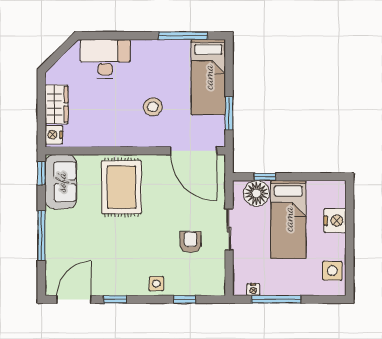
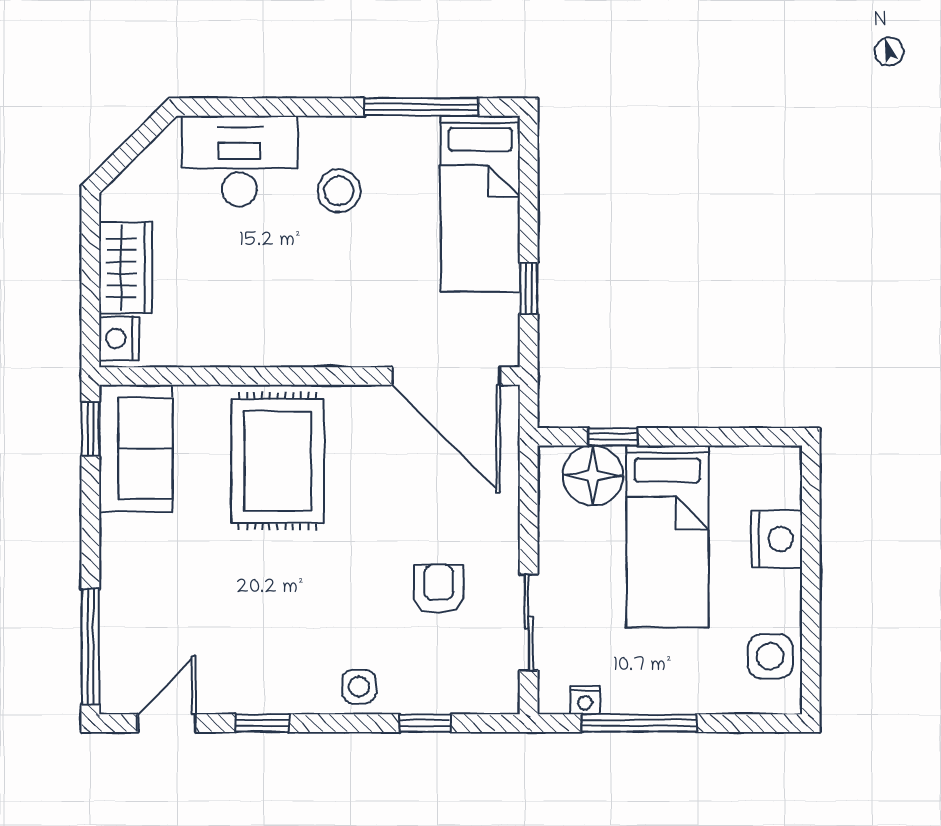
stool: (153, 107) -> (339, 191), moved
window: (229, 113) -> (529, 289), width x0.67
sliding door: (229, 230) -> (529, 623), moved
window: (41, 236) -> (90, 646), moved
door: (74, 299) -> (167, 723), width x0.73

